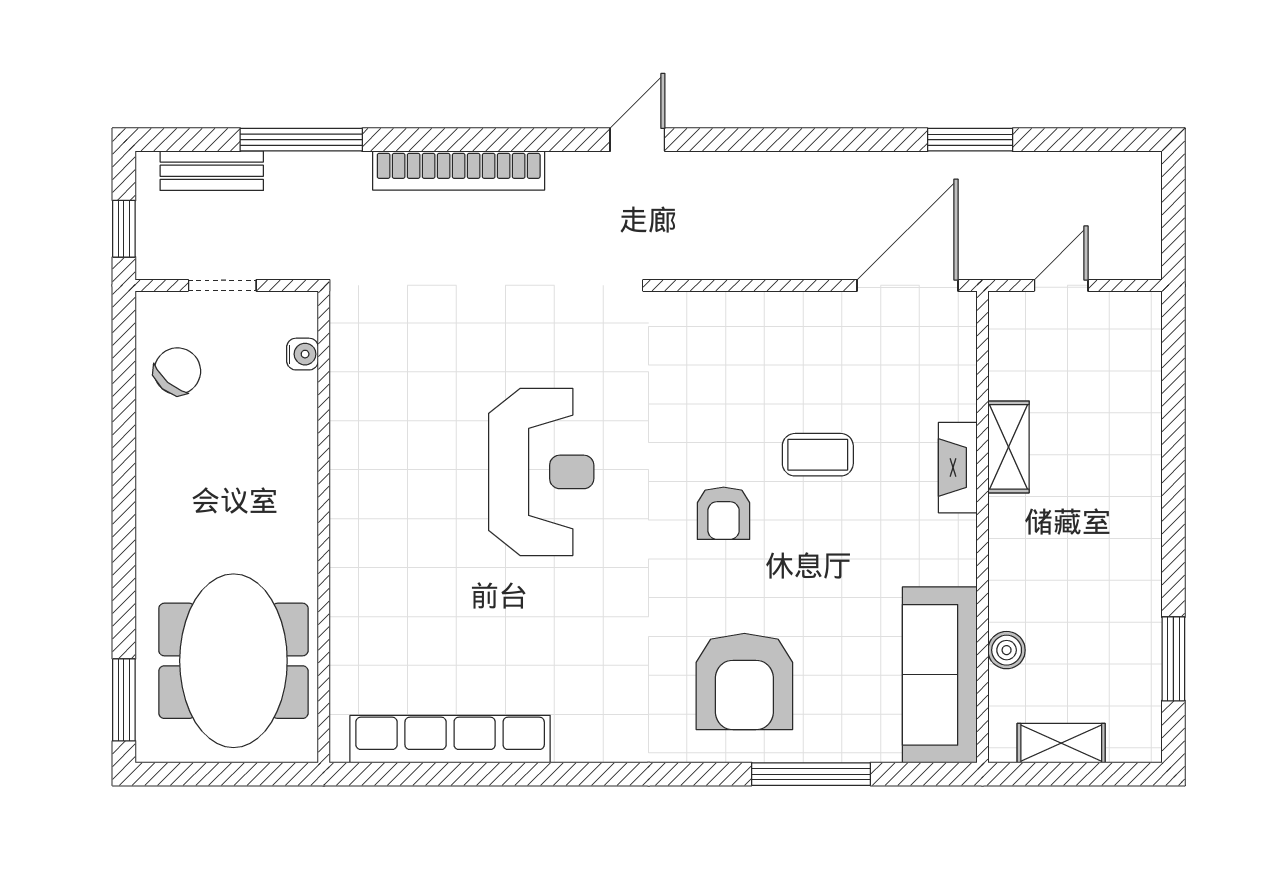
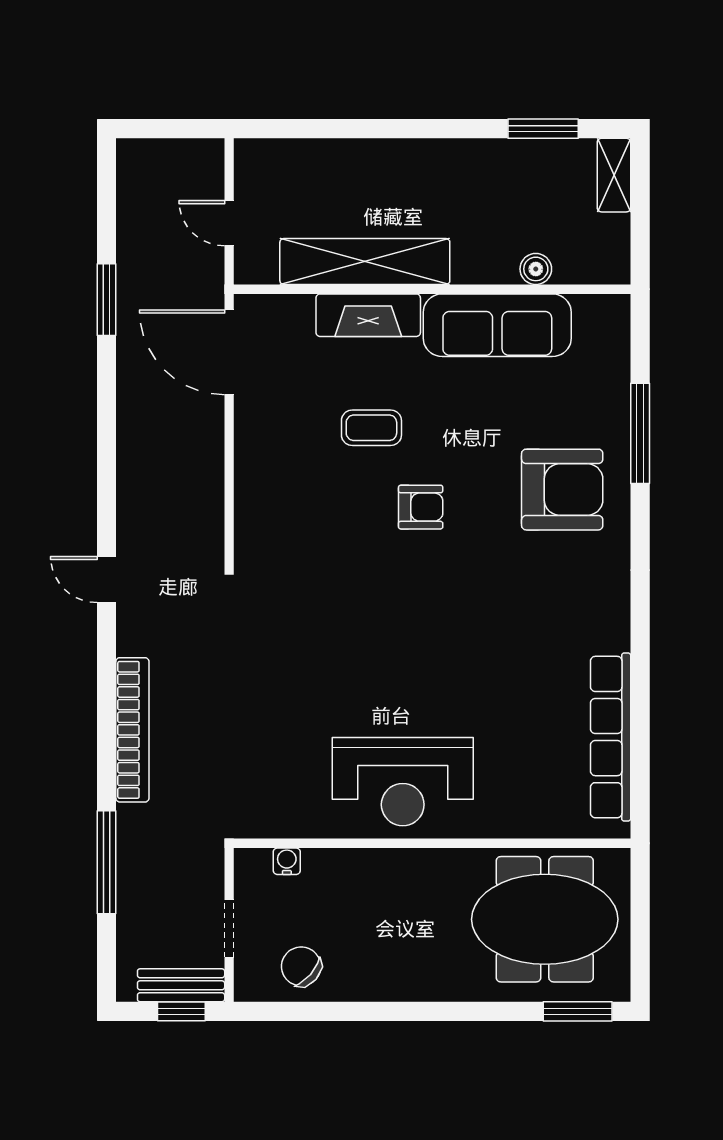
bench: (212, 171) -> (181, 985), moved, turned 90
shelving: (1009, 447) -> (365, 262), width x2.20, depth x1.33
coffee table: (818, 455) -> (371, 428), turned 90
fireplace: (958, 468) -> (368, 315), width x1.37, depth x1.32
reception desk: (541, 472) -> (403, 782), moved, turned 180
sofa: (940, 675) -> (497, 325), moved
shelving: (1061, 743) -> (614, 175), moved

